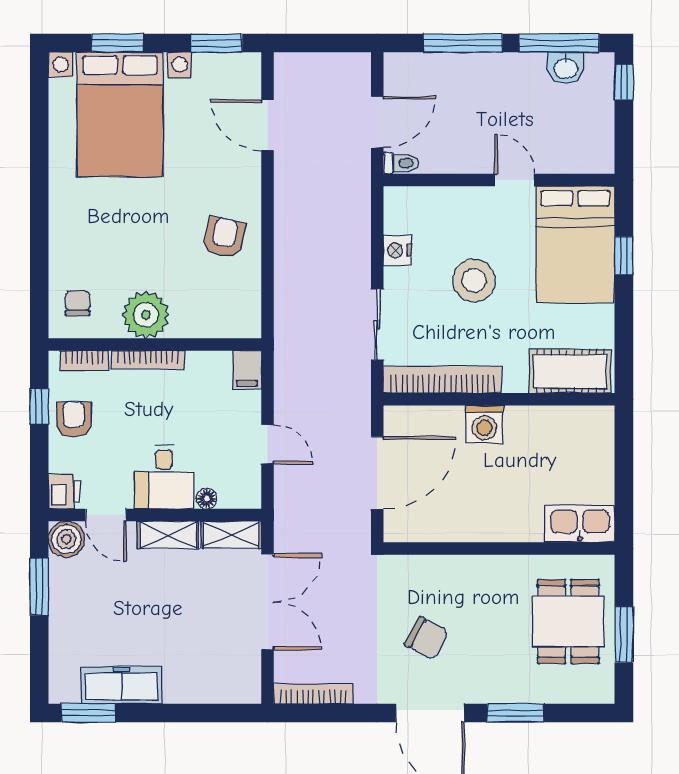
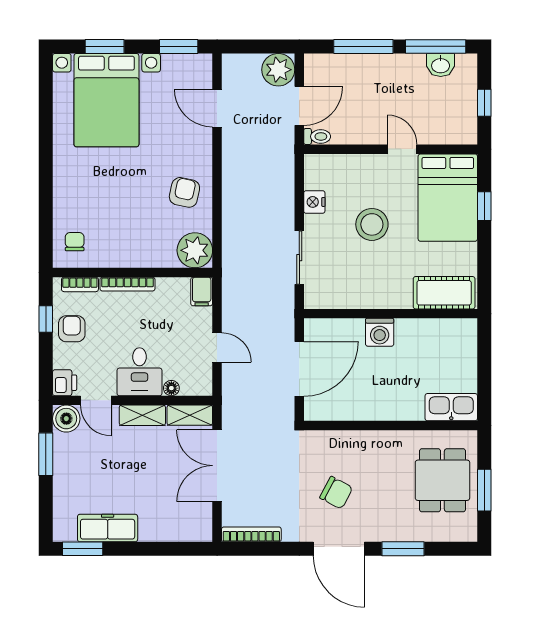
plant: (349, 74) -> (278, 70), added
window: (624, 82) -> (484, 103), moved
plant: (146, 315) -> (195, 250), moved
bookcase: (442, 380) -> (348, 299), removed
double door: (268, 602) -> (217, 466), swing flipped

